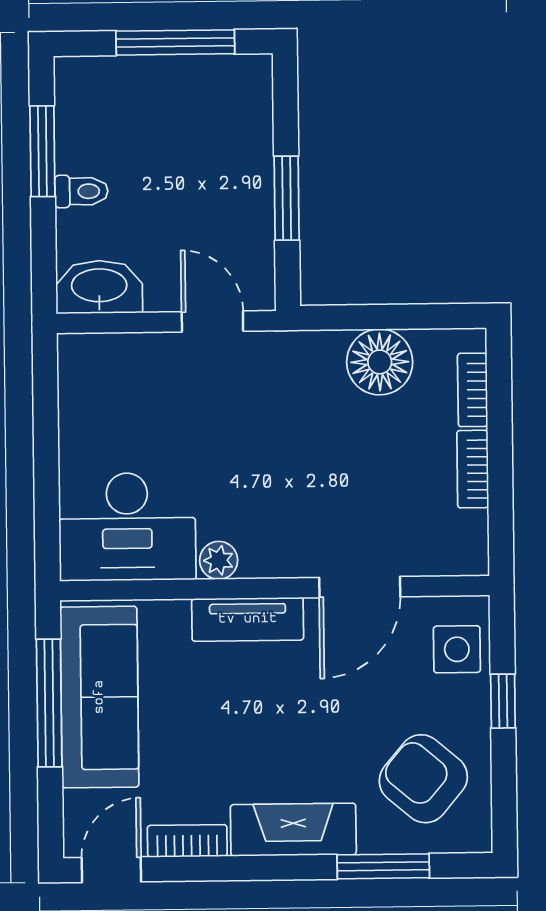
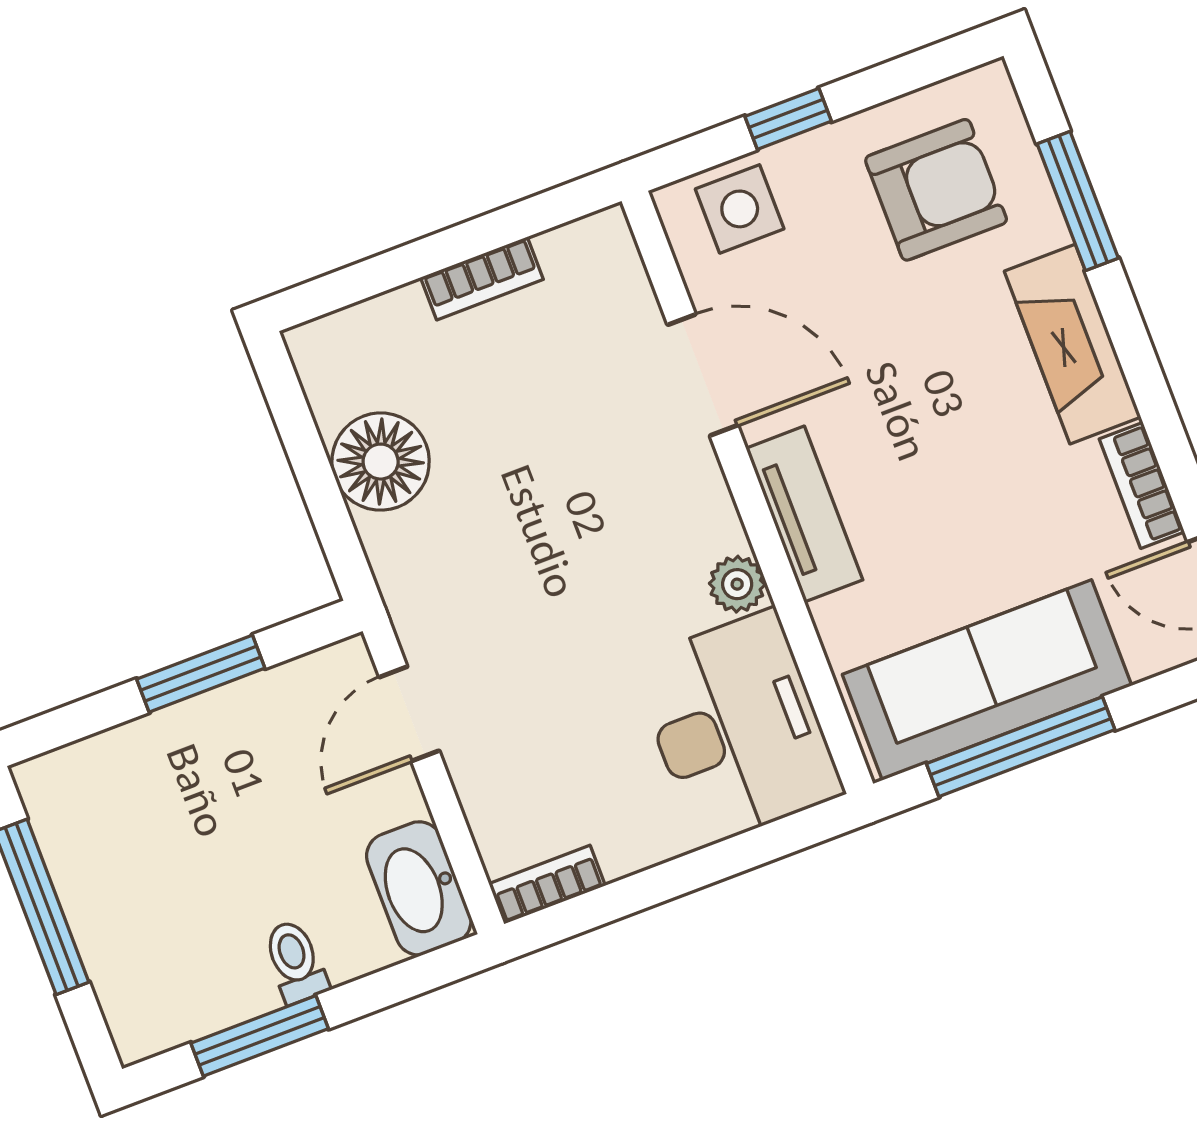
bookcase: (473, 390) -> (547, 885), moved, turned 180
armchair: (423, 779) -> (936, 190), turned -130

